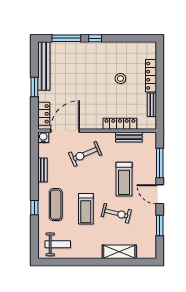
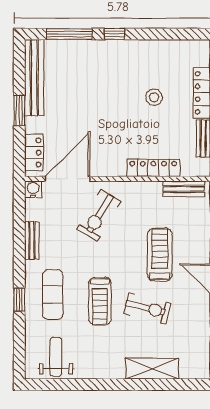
bench: (129, 137) -> (184, 189), moved
exercise bike: (85, 154) -> (99, 215), turned -36
treadmill: (124, 179) -> (160, 255), turned 180
weight bench: (58, 244) -> (56, 357), turned -90

